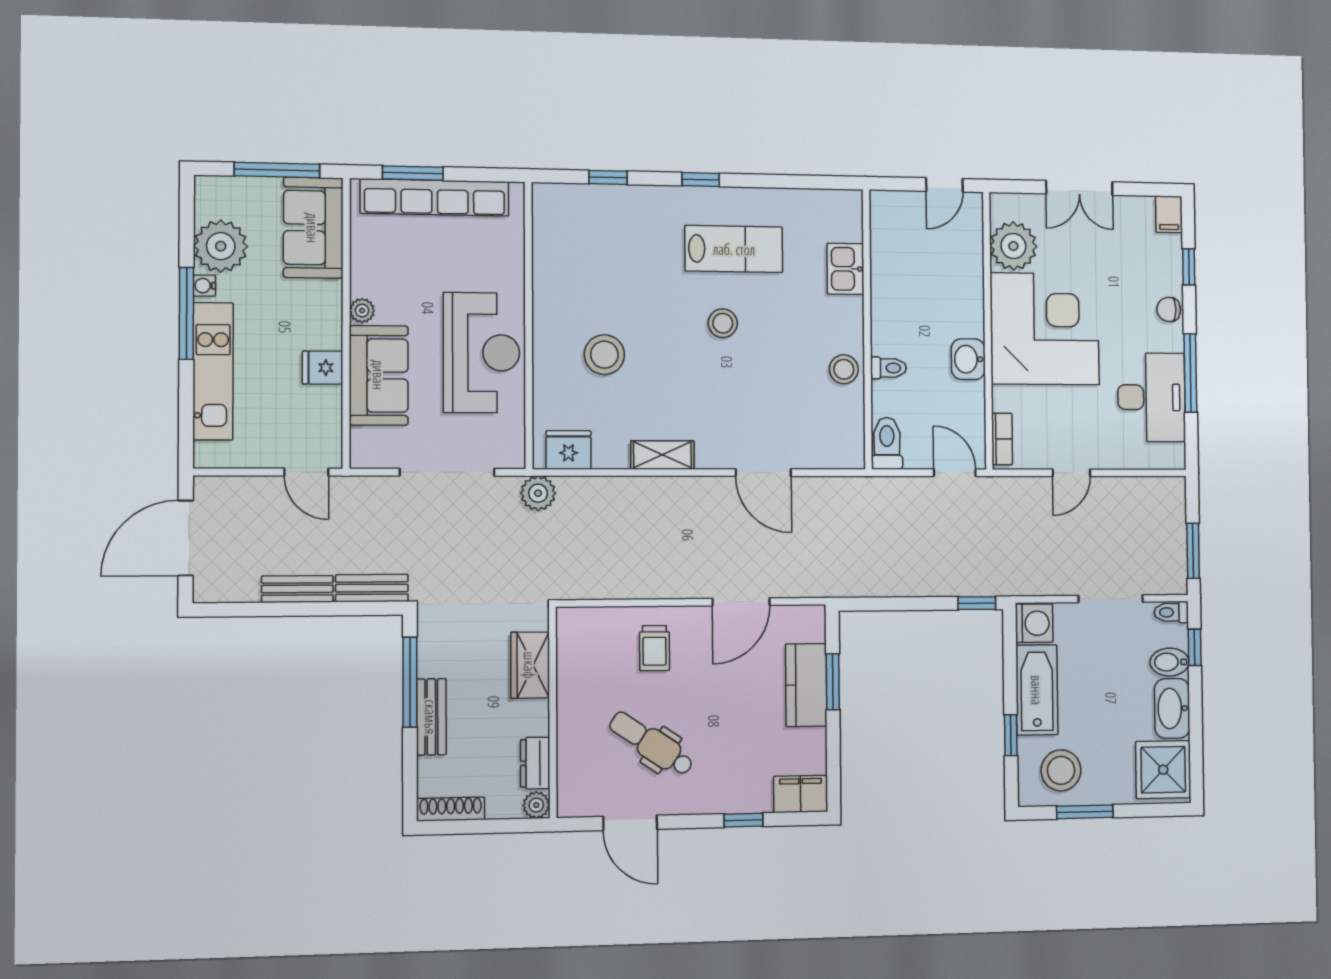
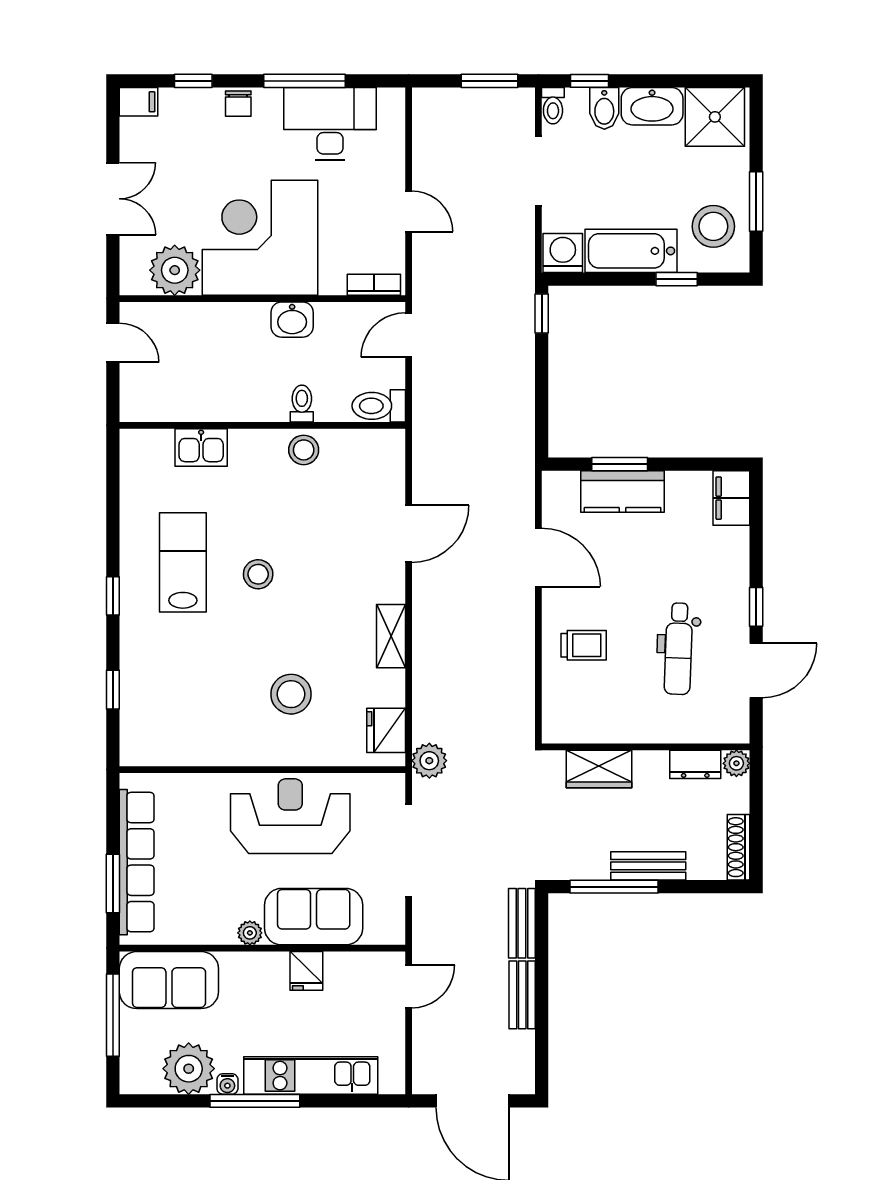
dental chair: (651, 744) -> (678, 649), turned -32
window: (743, 820) -> (756, 607), moved

